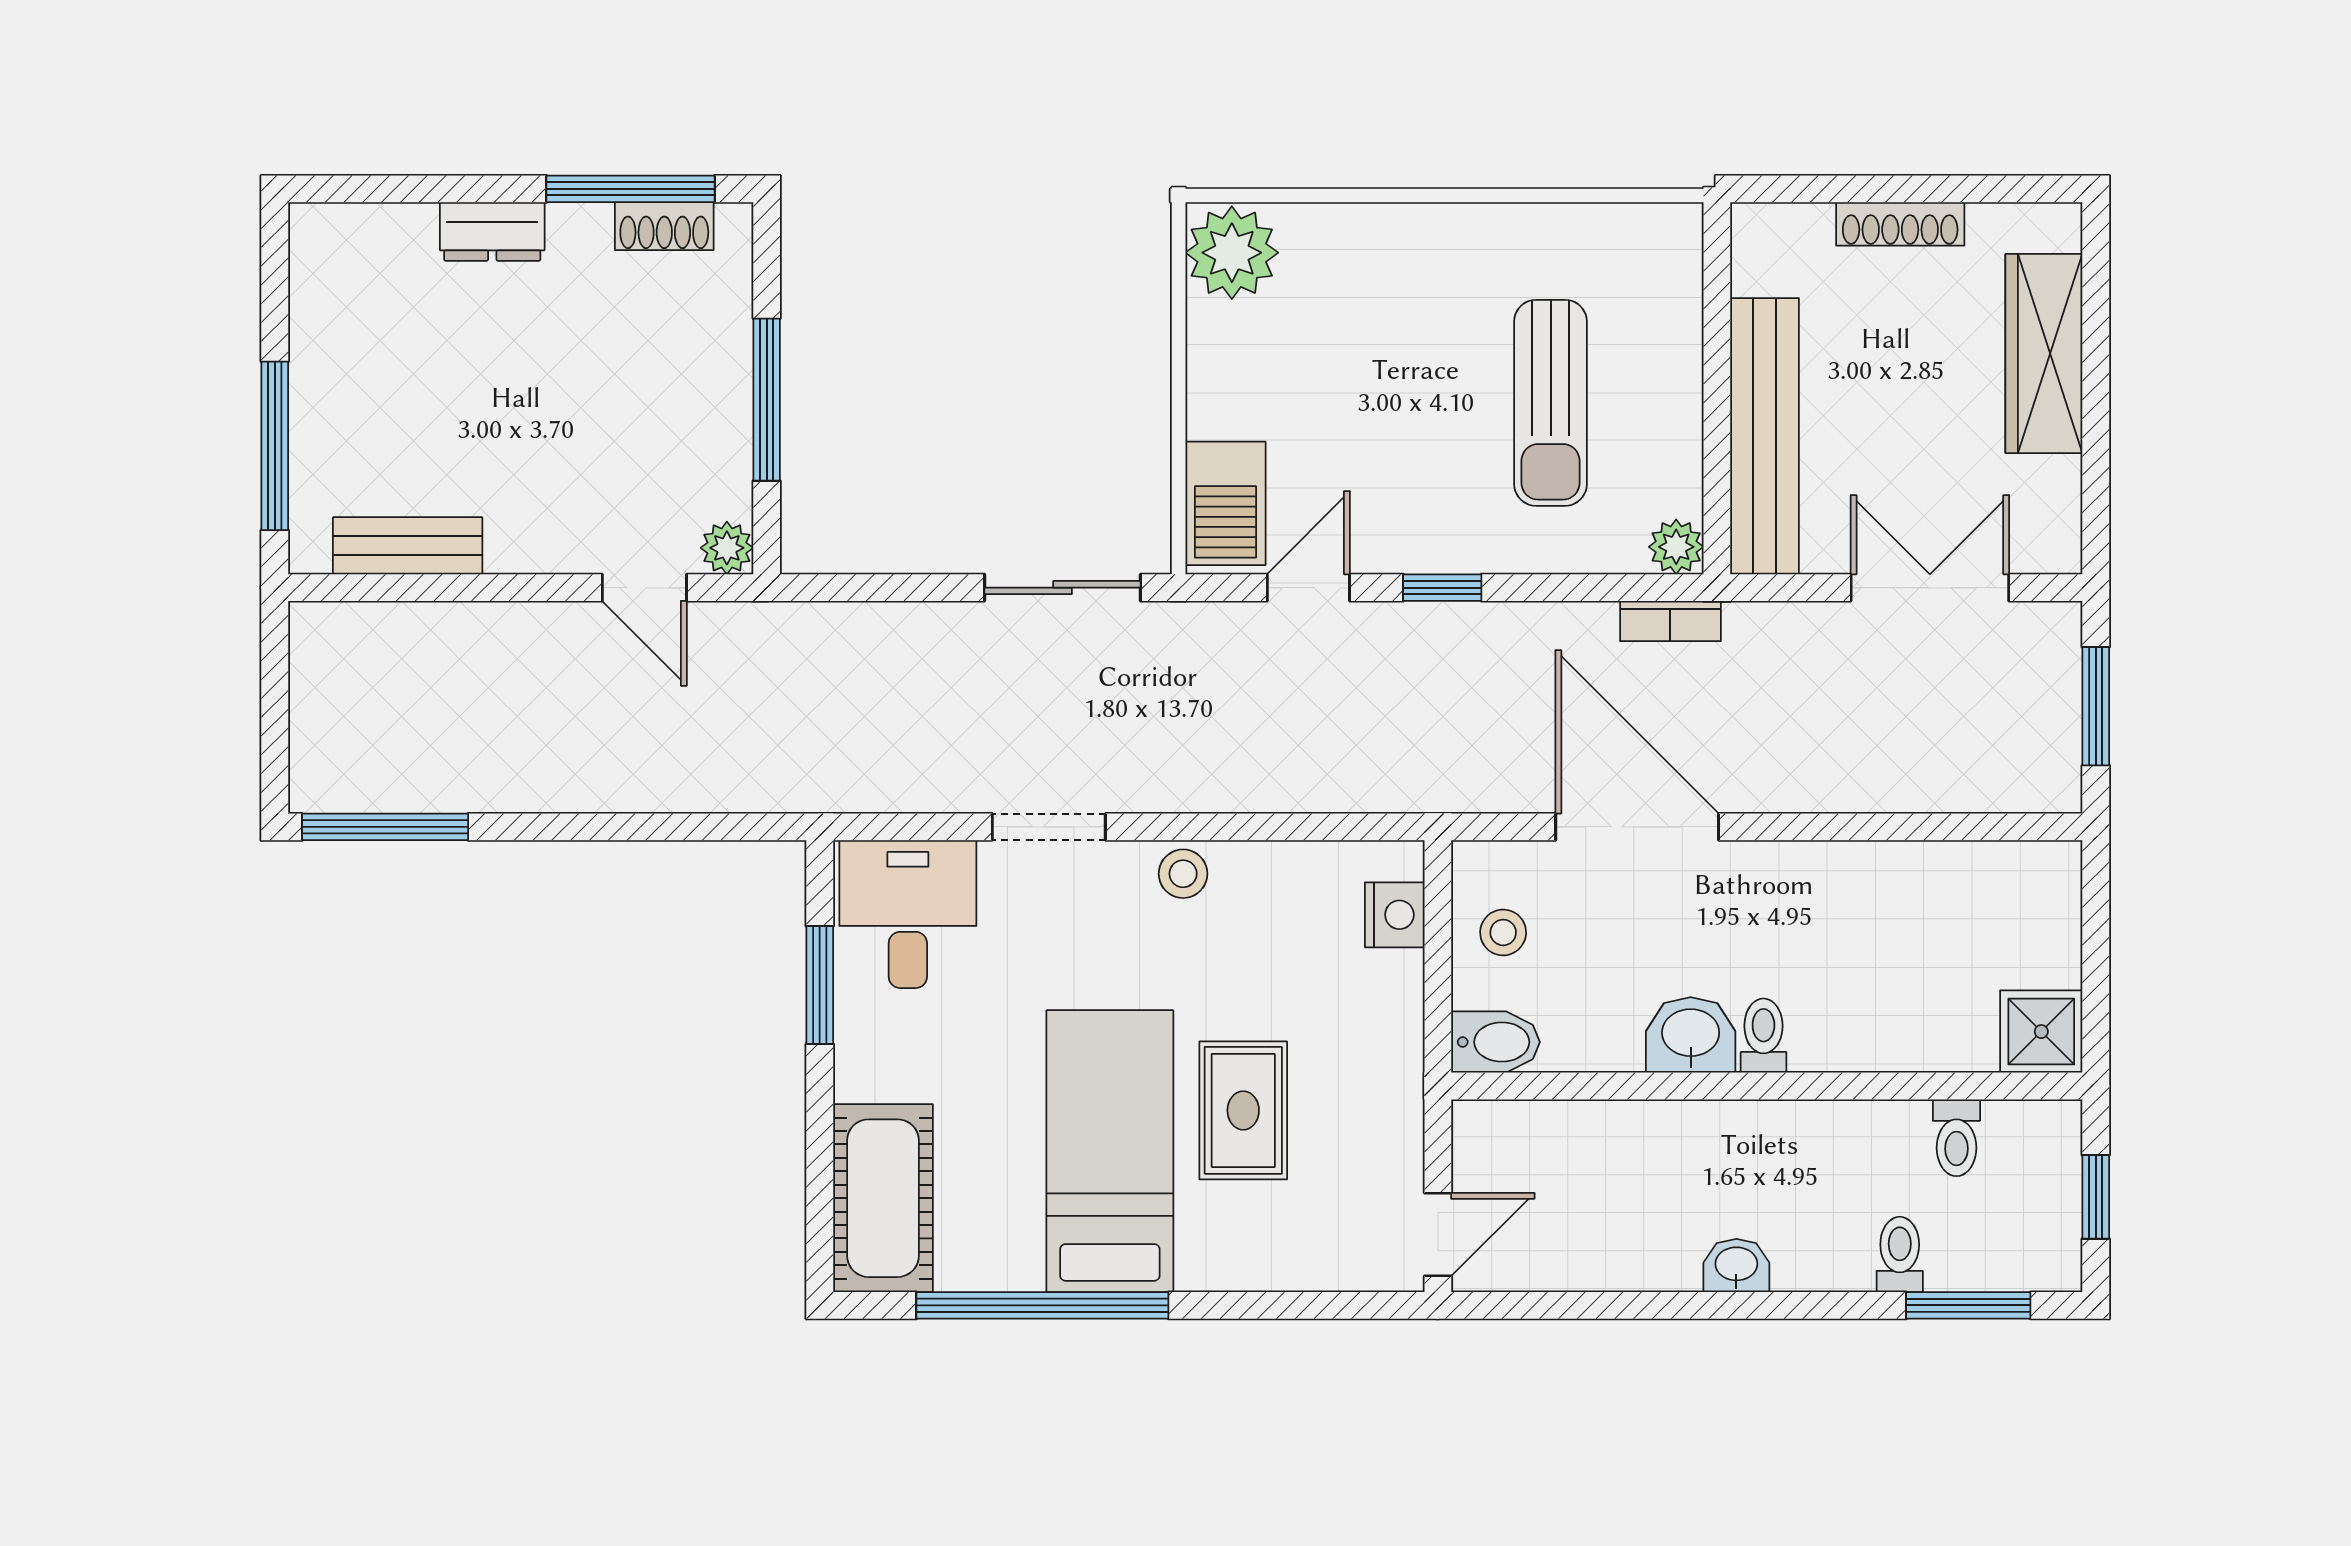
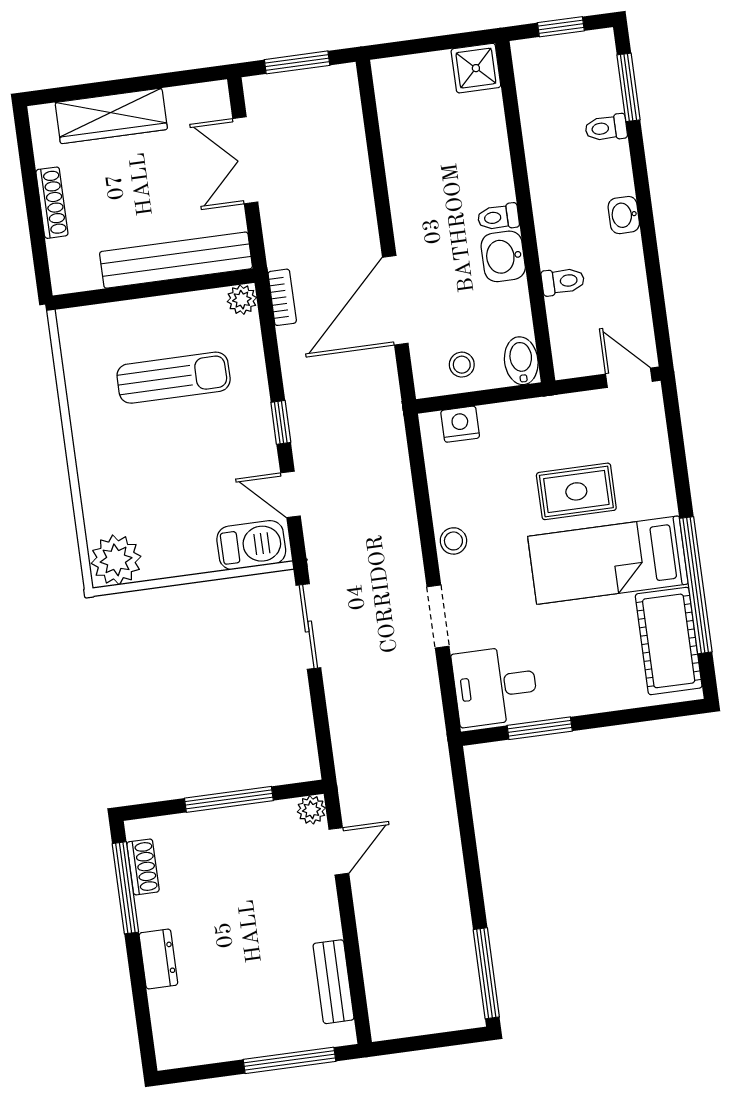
toilet: (1956, 1138) -> (563, 281), moved
cot: (883, 1198) -> (669, 641), moved, turned 90

